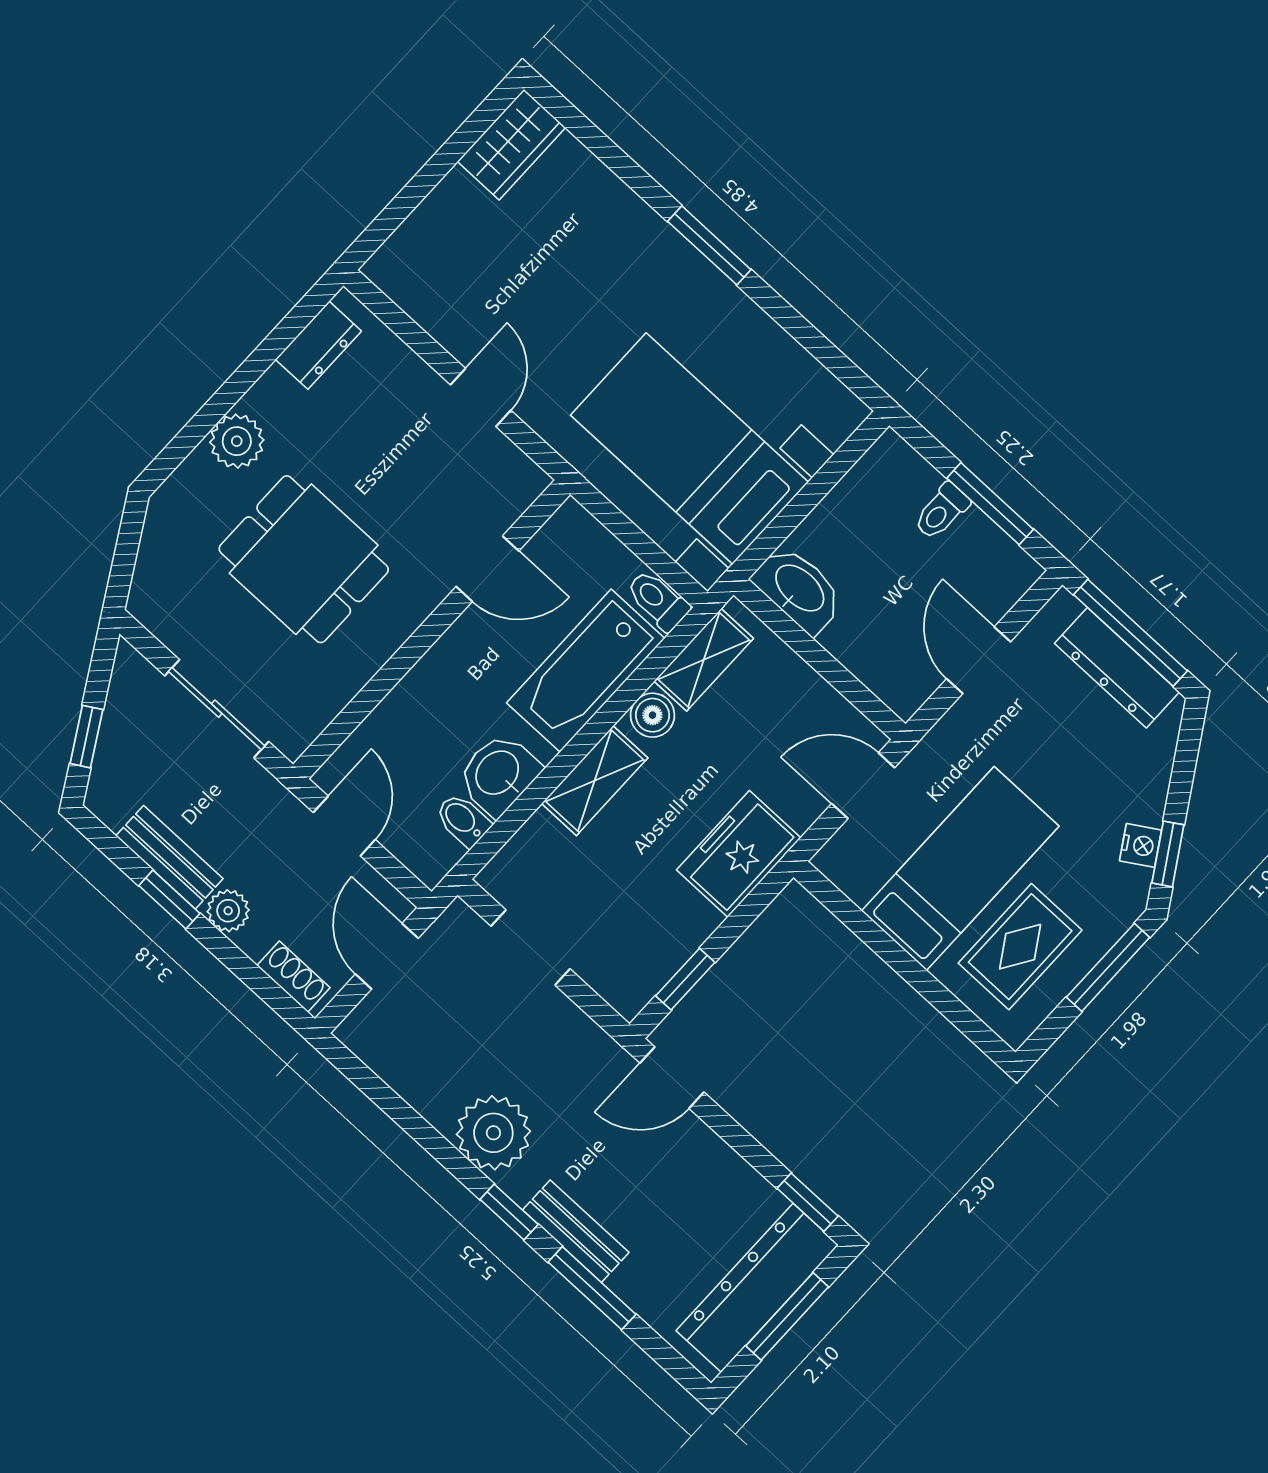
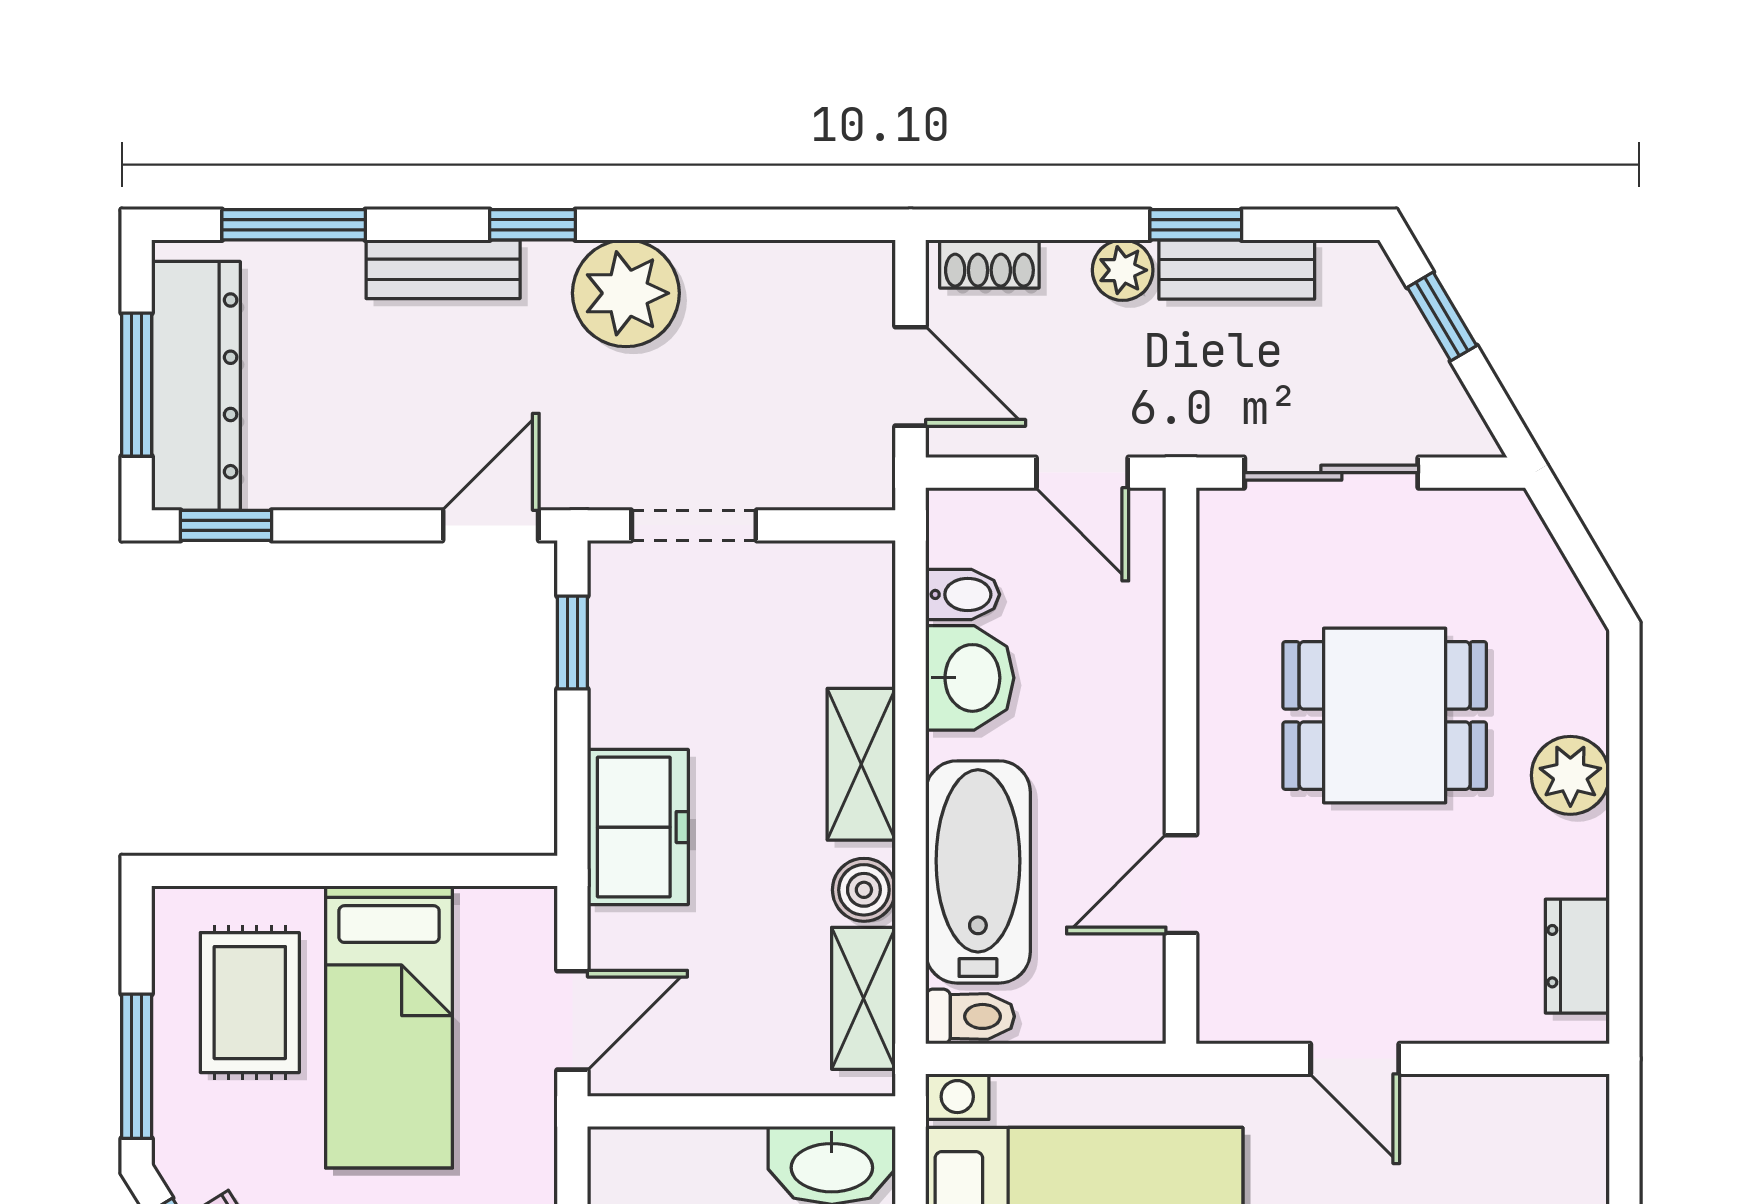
doorway: (530, 947) -> (694, 525), moved
window: (592, 1288) -> (294, 225), moved

